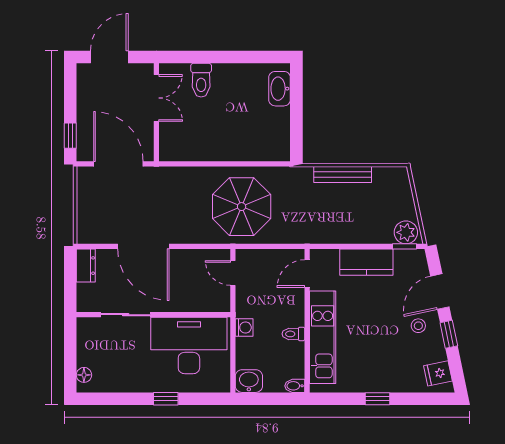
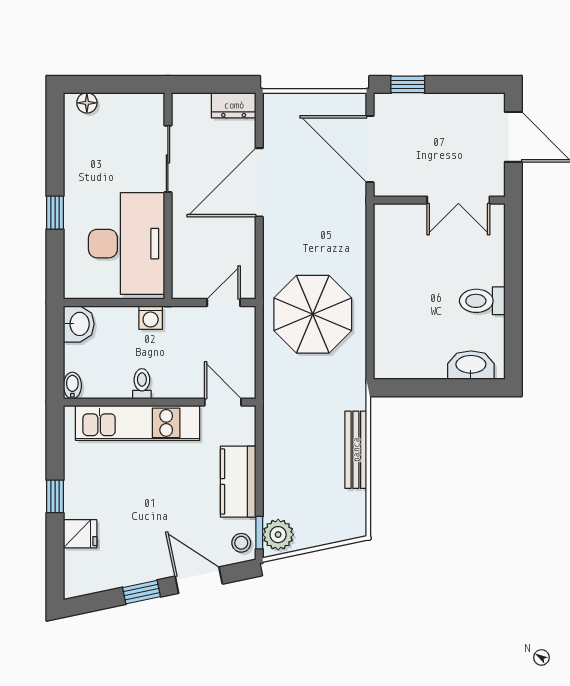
toilet: (201, 80) -> (482, 301), moved
door: (118, 164) -> (370, 149), swing flipped
stool: (418, 326) -> (241, 543), moved
fridge: (438, 373) -> (80, 534), moved, turned 102

